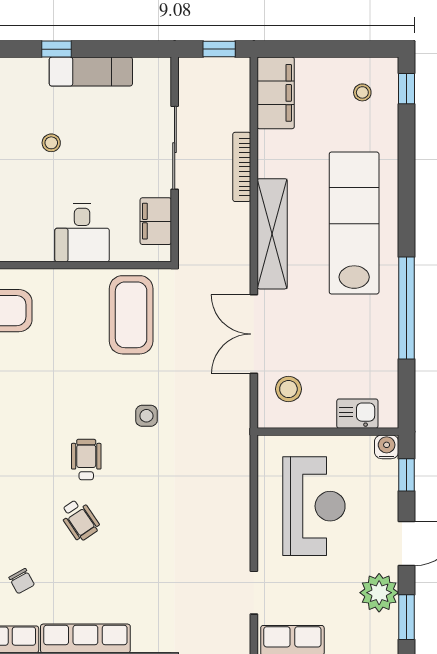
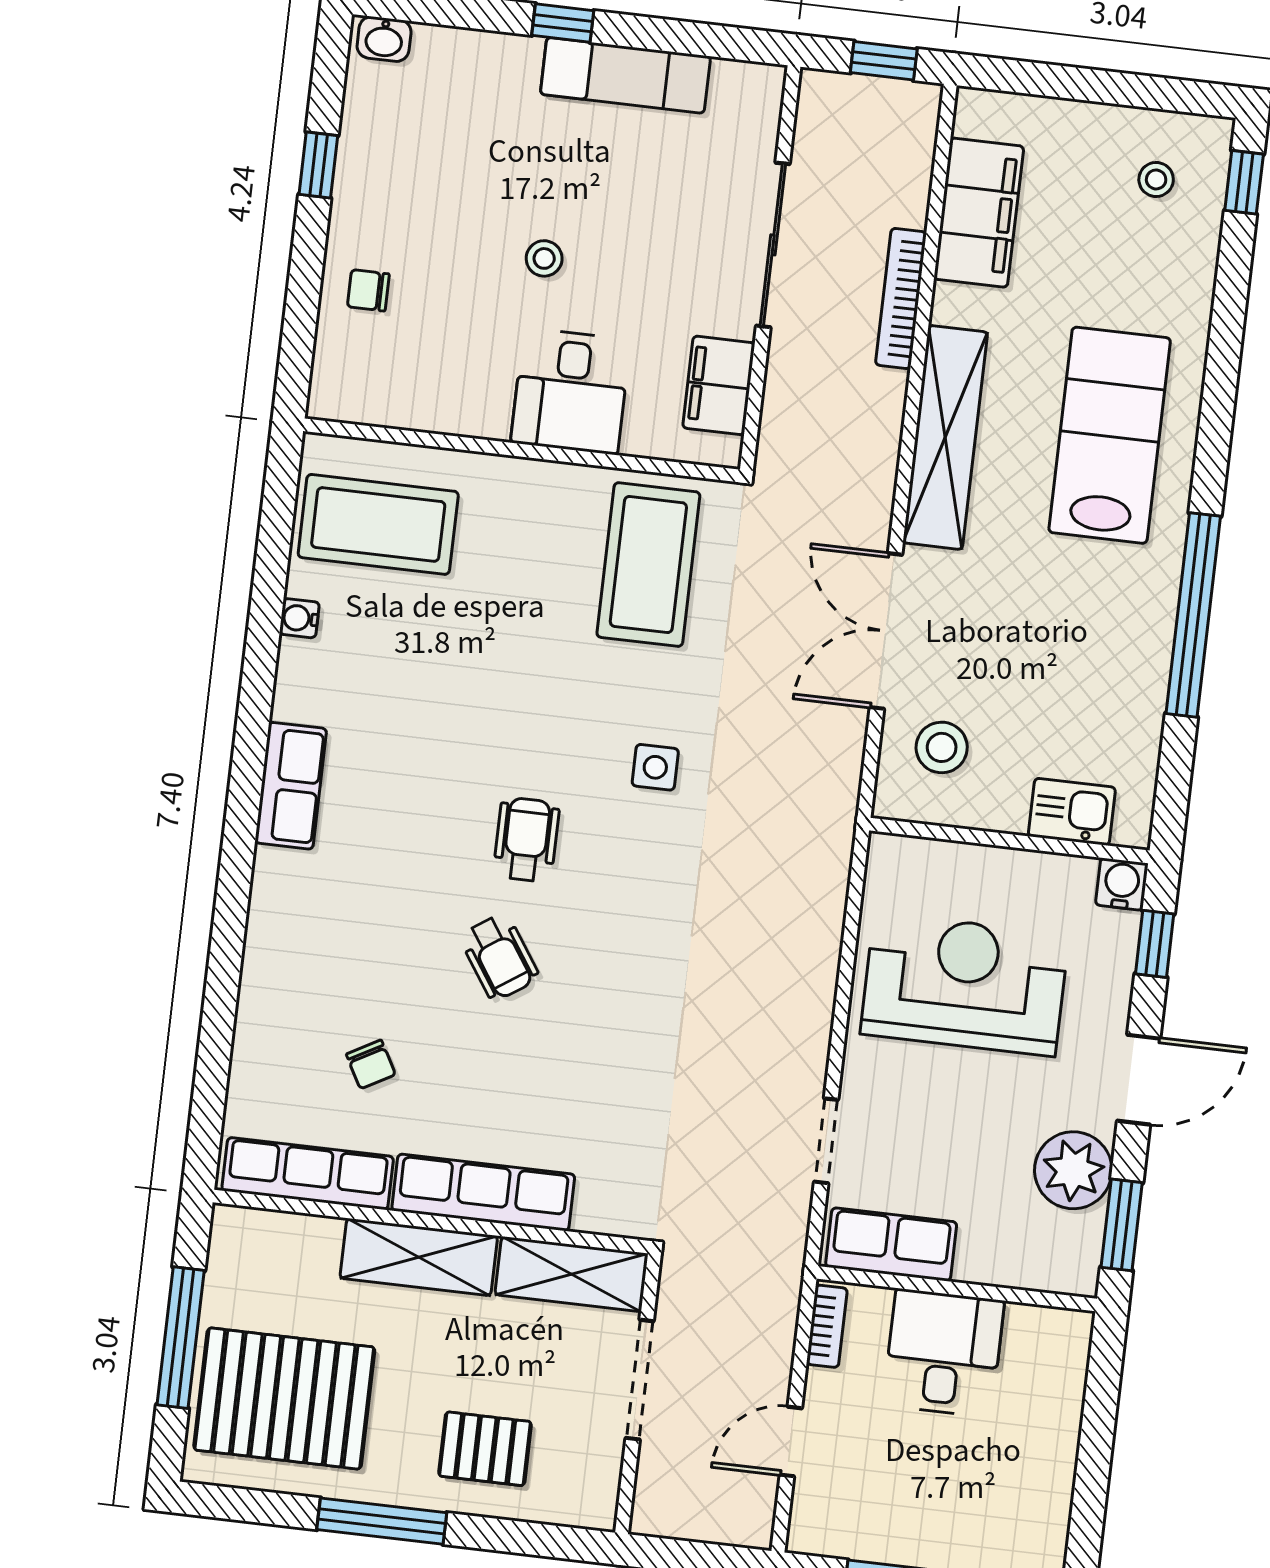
filing cabinet: (276, 93) -> (979, 213), moved
stool: (51, 143) -> (544, 258), moved
lab bench: (354, 223) -> (1110, 435), width x0.73
reception desk: (314, 506) -> (965, 984), turned -90

